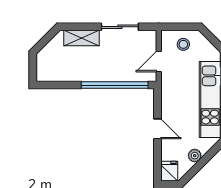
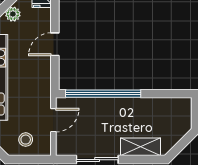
door: (157, 129) -> (55, 44), hinge flipped

